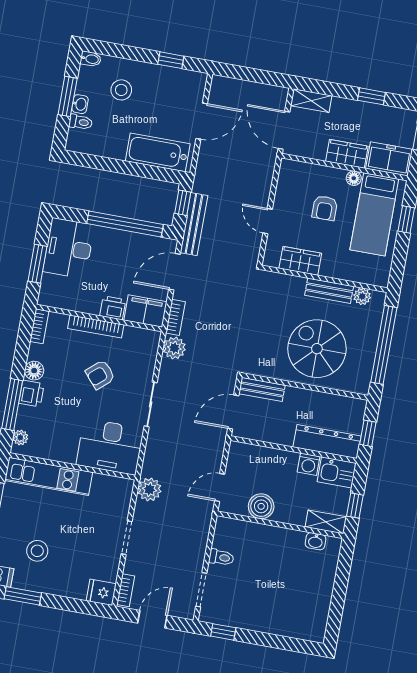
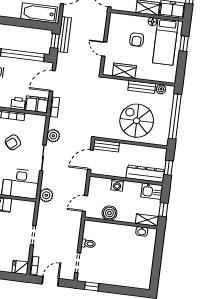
bench: (194, 224) -> (64, 35), moved
plant: (174, 348) -> (53, 136), moved
washing machine: (309, 464) -> (117, 185), moved
plant: (149, 489) -> (46, 195), moved

